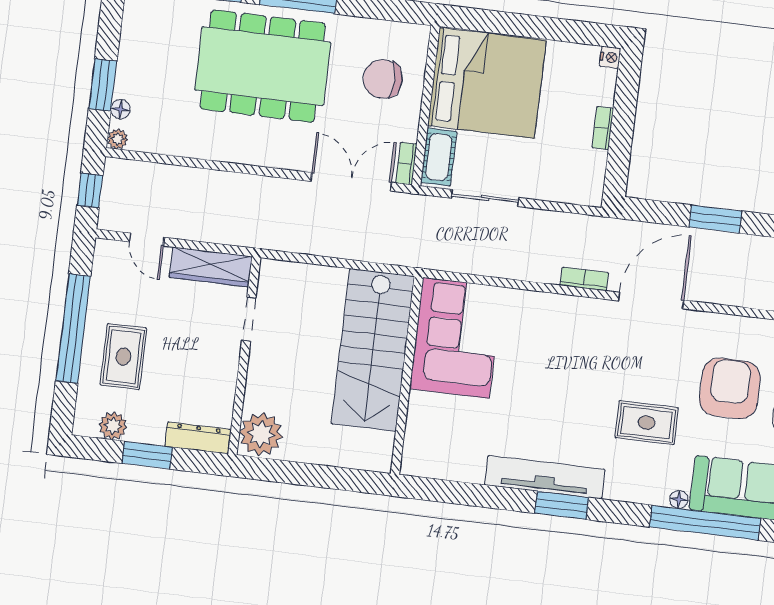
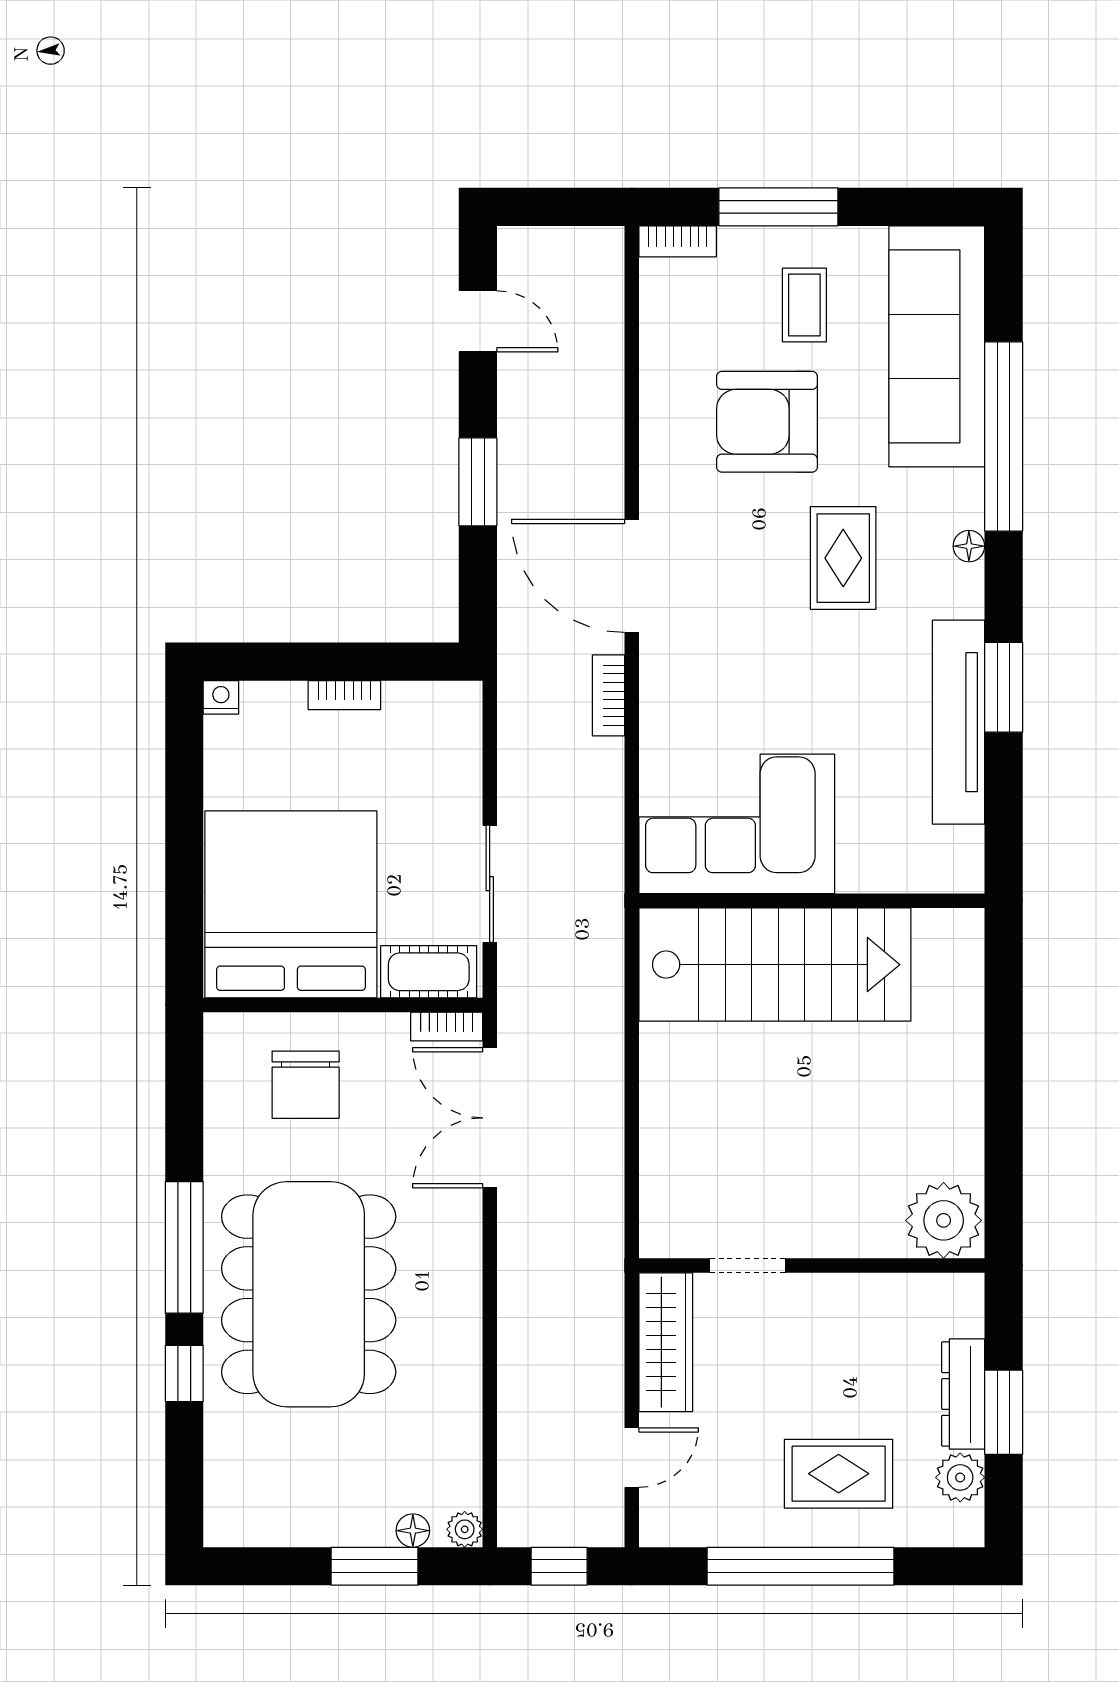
corner sofa: (456, 338) -> (737, 824), moved
stairs: (373, 350) -> (775, 965), moved
wall: (407, 375) -> (812, 901), moved
dresser: (198, 438) -> (963, 1394), moved
floor lamp: (679, 499) -> (969, 546), moved

